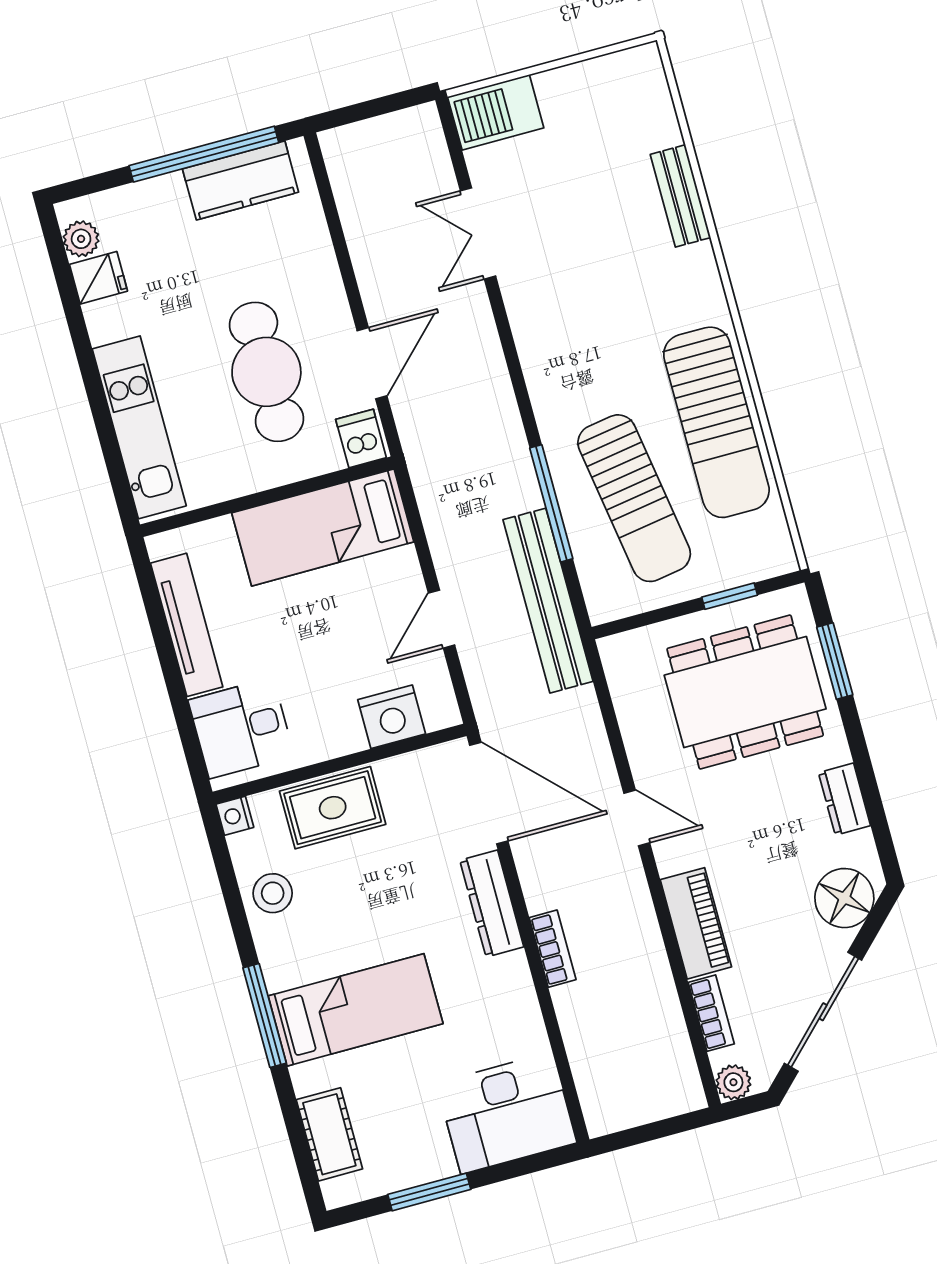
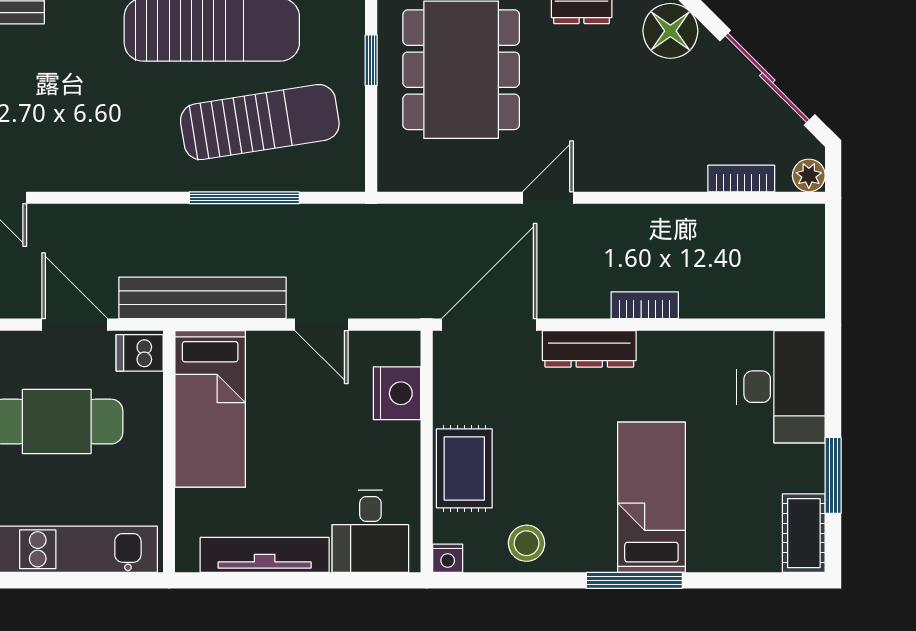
bench: (548, 601) -> (202, 298), moved
piano: (696, 923) -> (657, 170), removed
cot: (329, 1134) -> (804, 533), moved, turned 90

